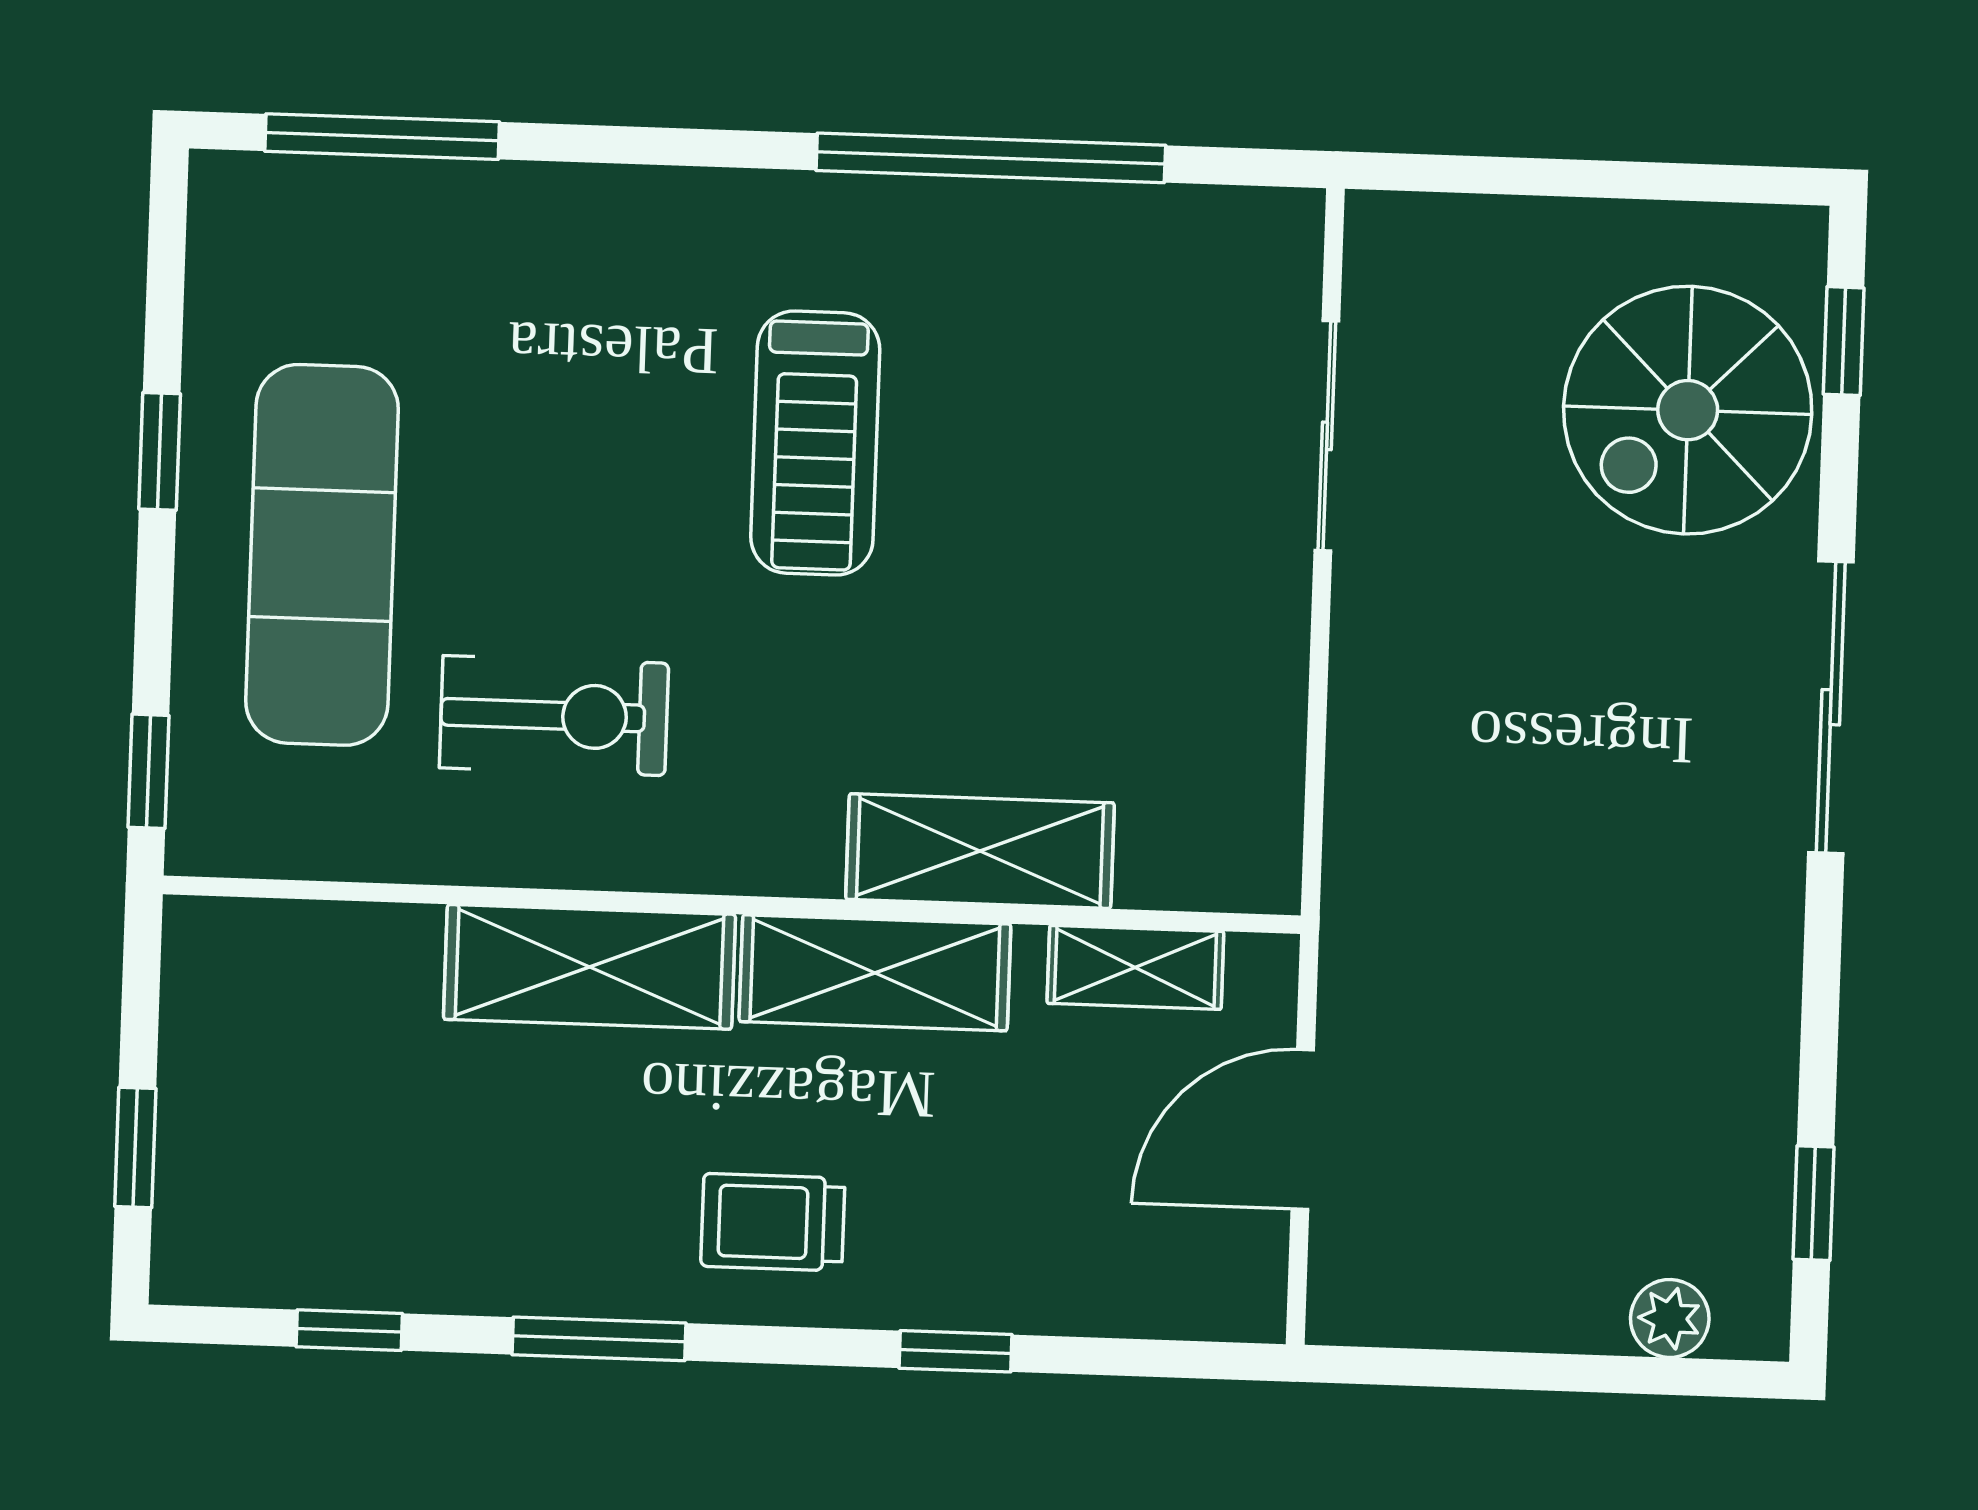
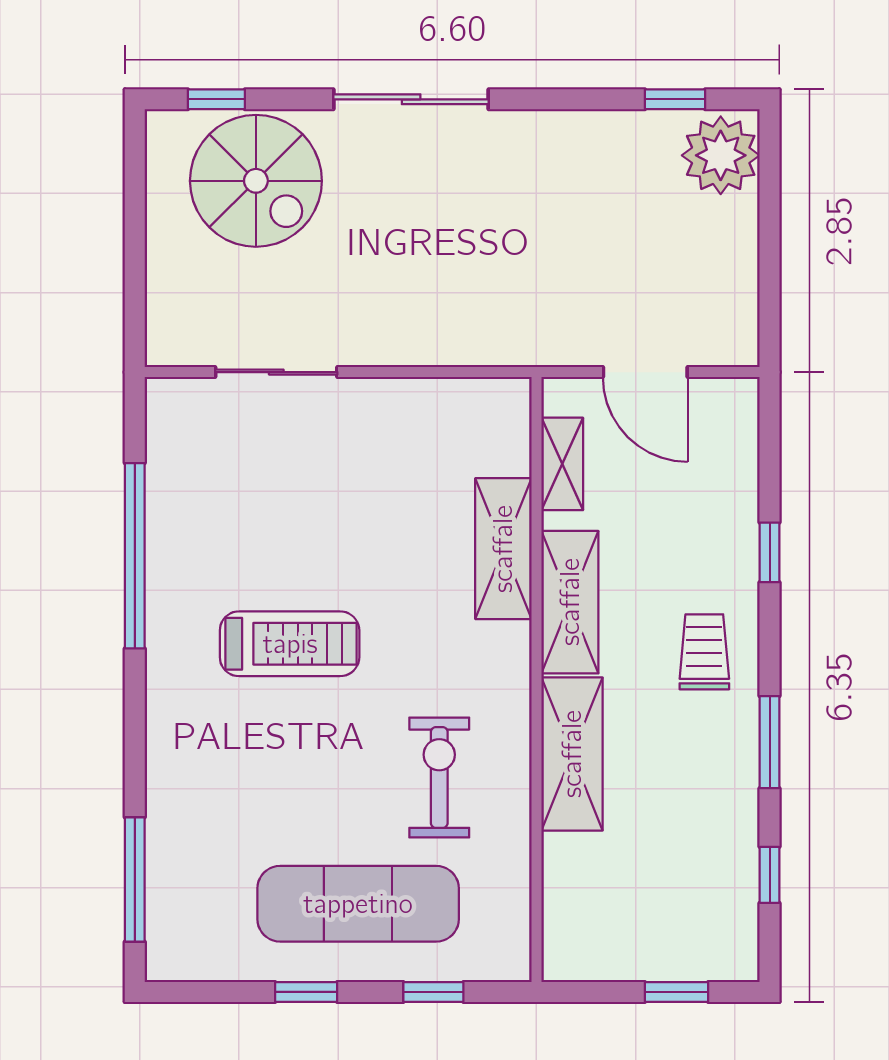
window: (148, 771) -> (433, 992), moved
trolley: (773, 1222) -> (704, 652), turned 180
plant: (1670, 1318) -> (721, 155), width x1.88, depth x1.88

